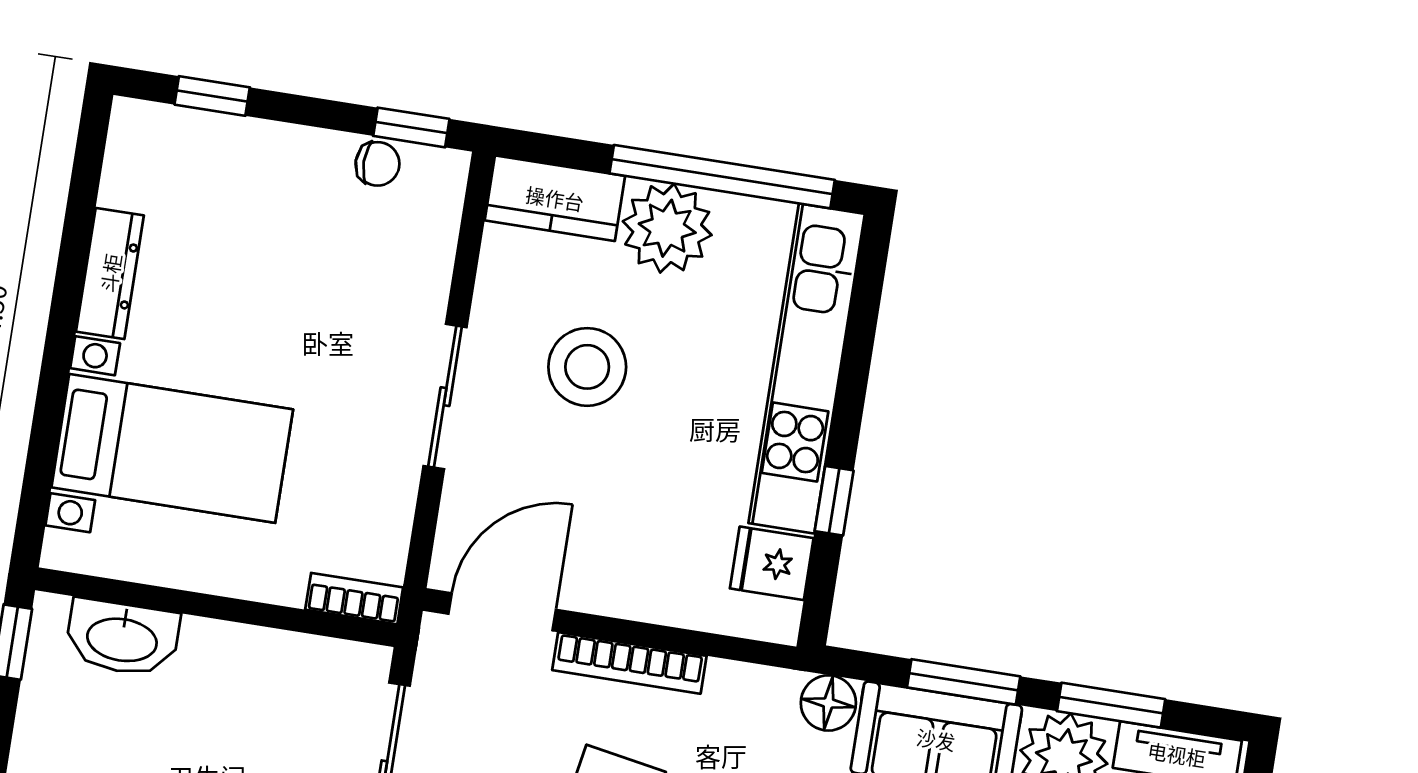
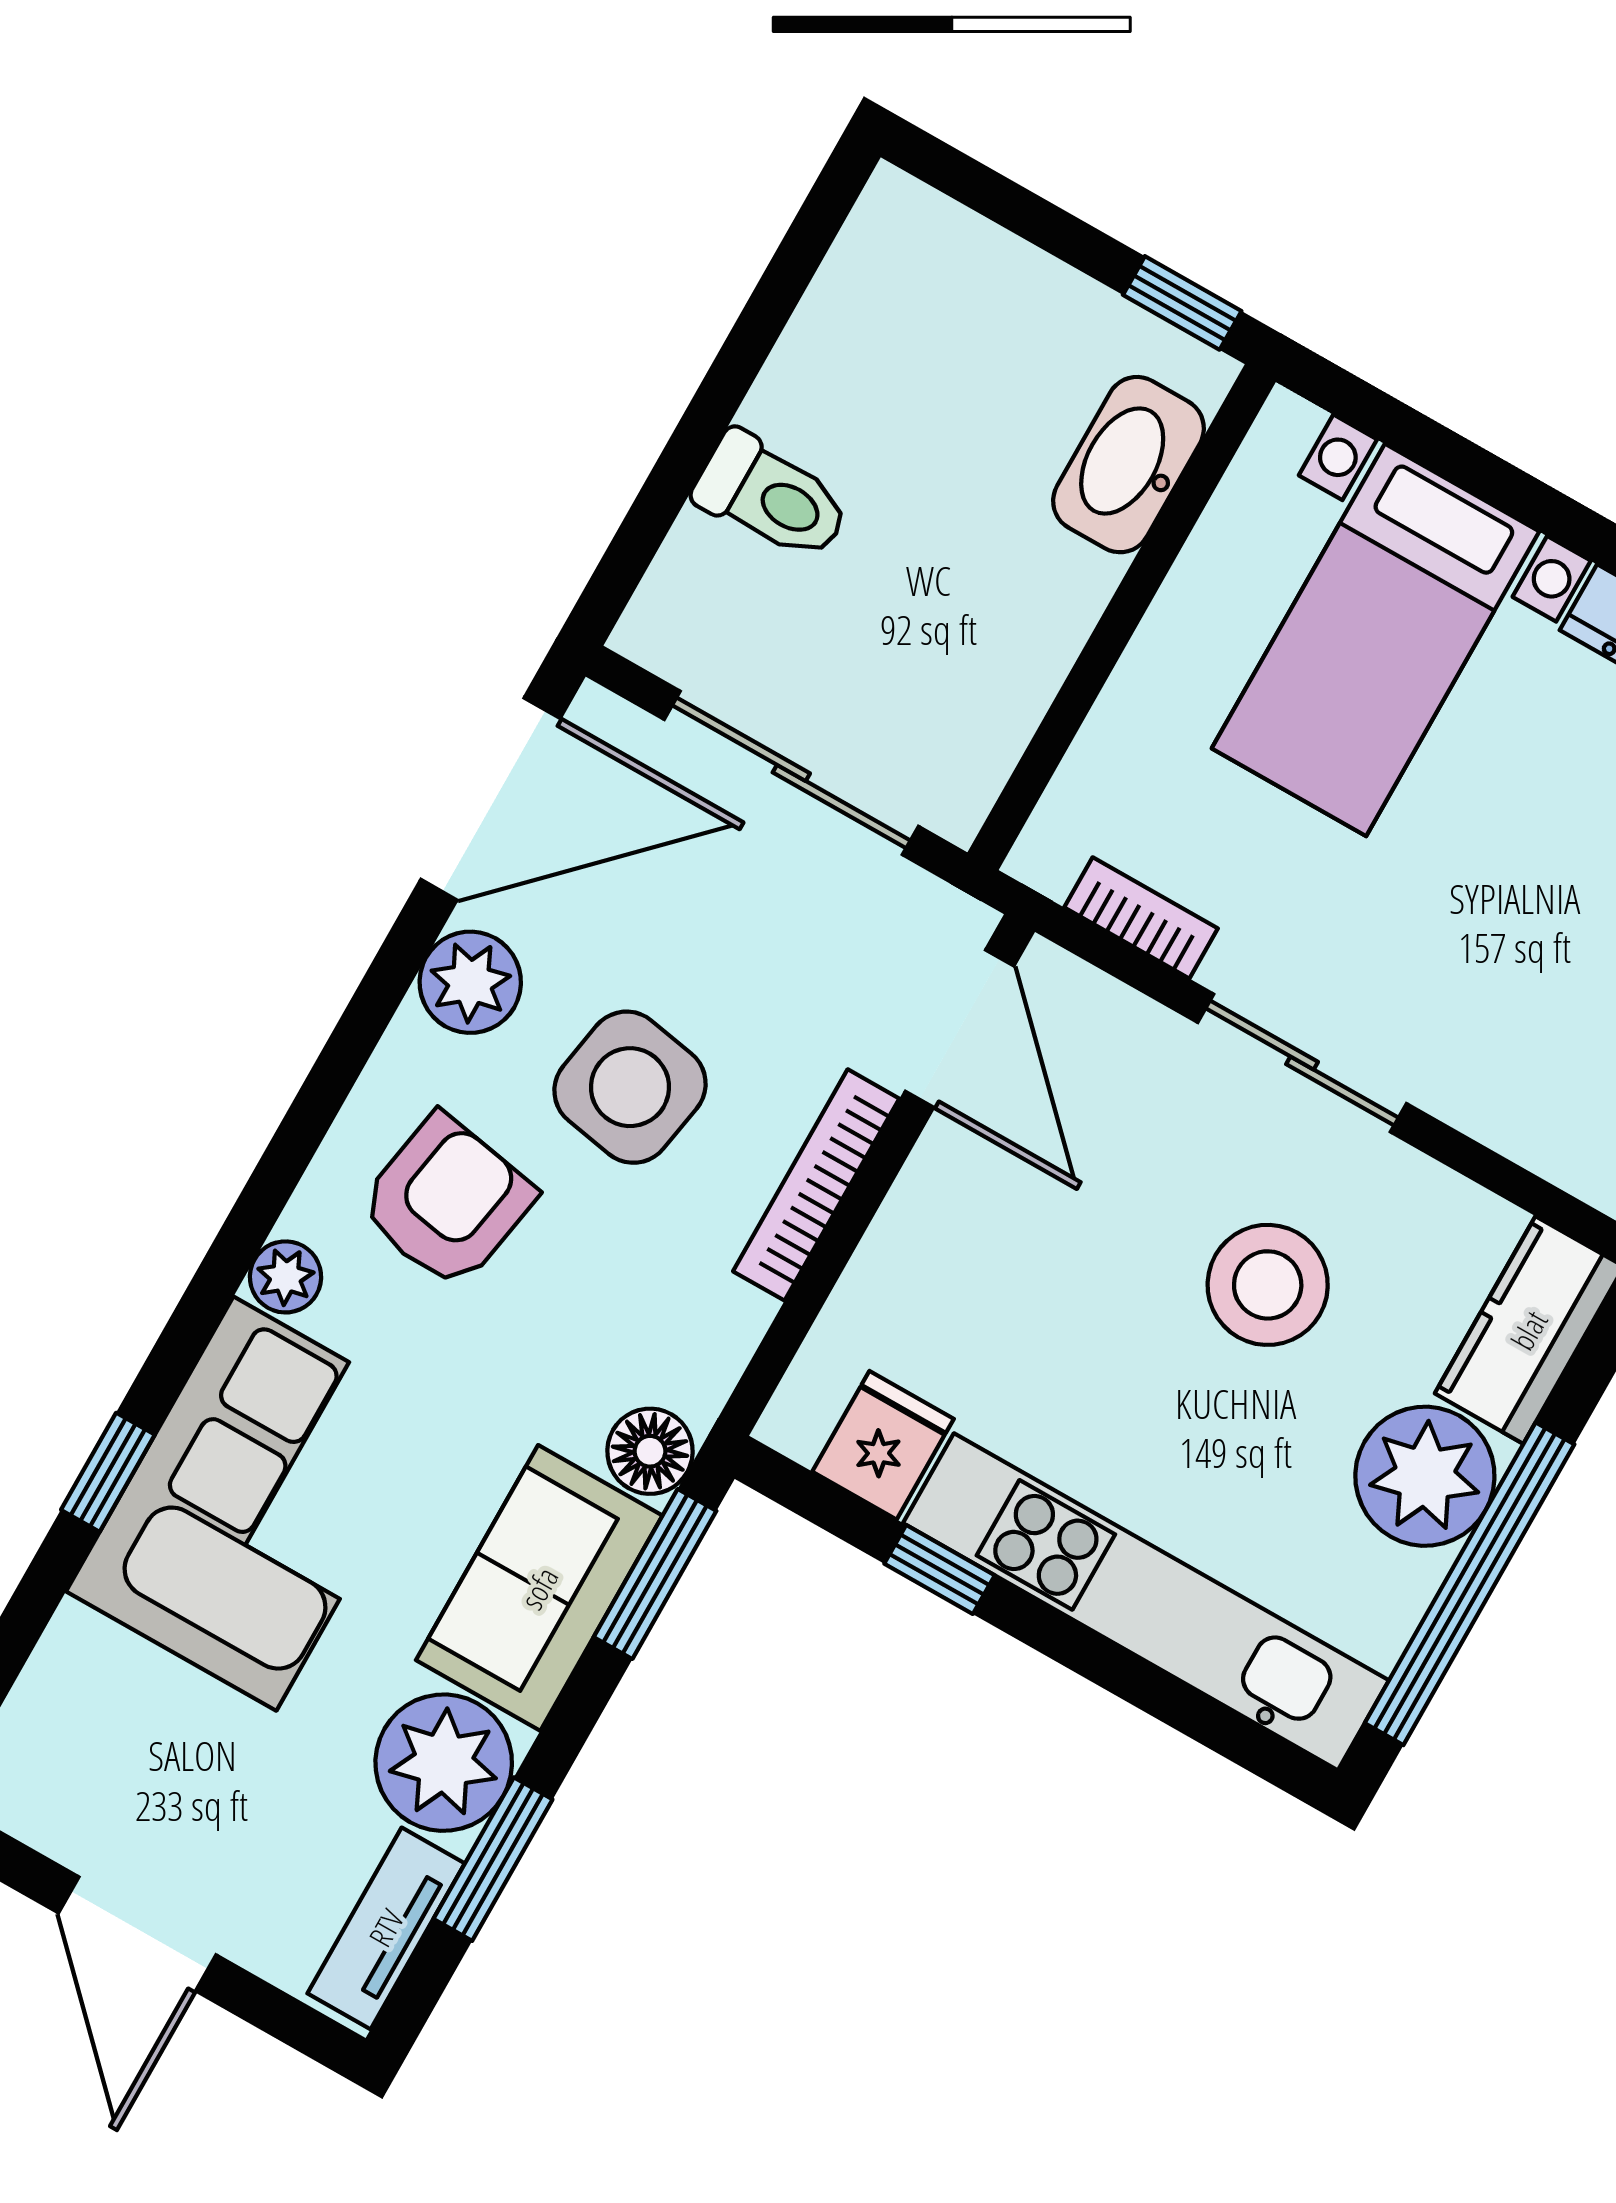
bookcase: (354, 599) -> (1141, 918), moved, turned -90
window: (964, 682) -> (655, 1574), moved

